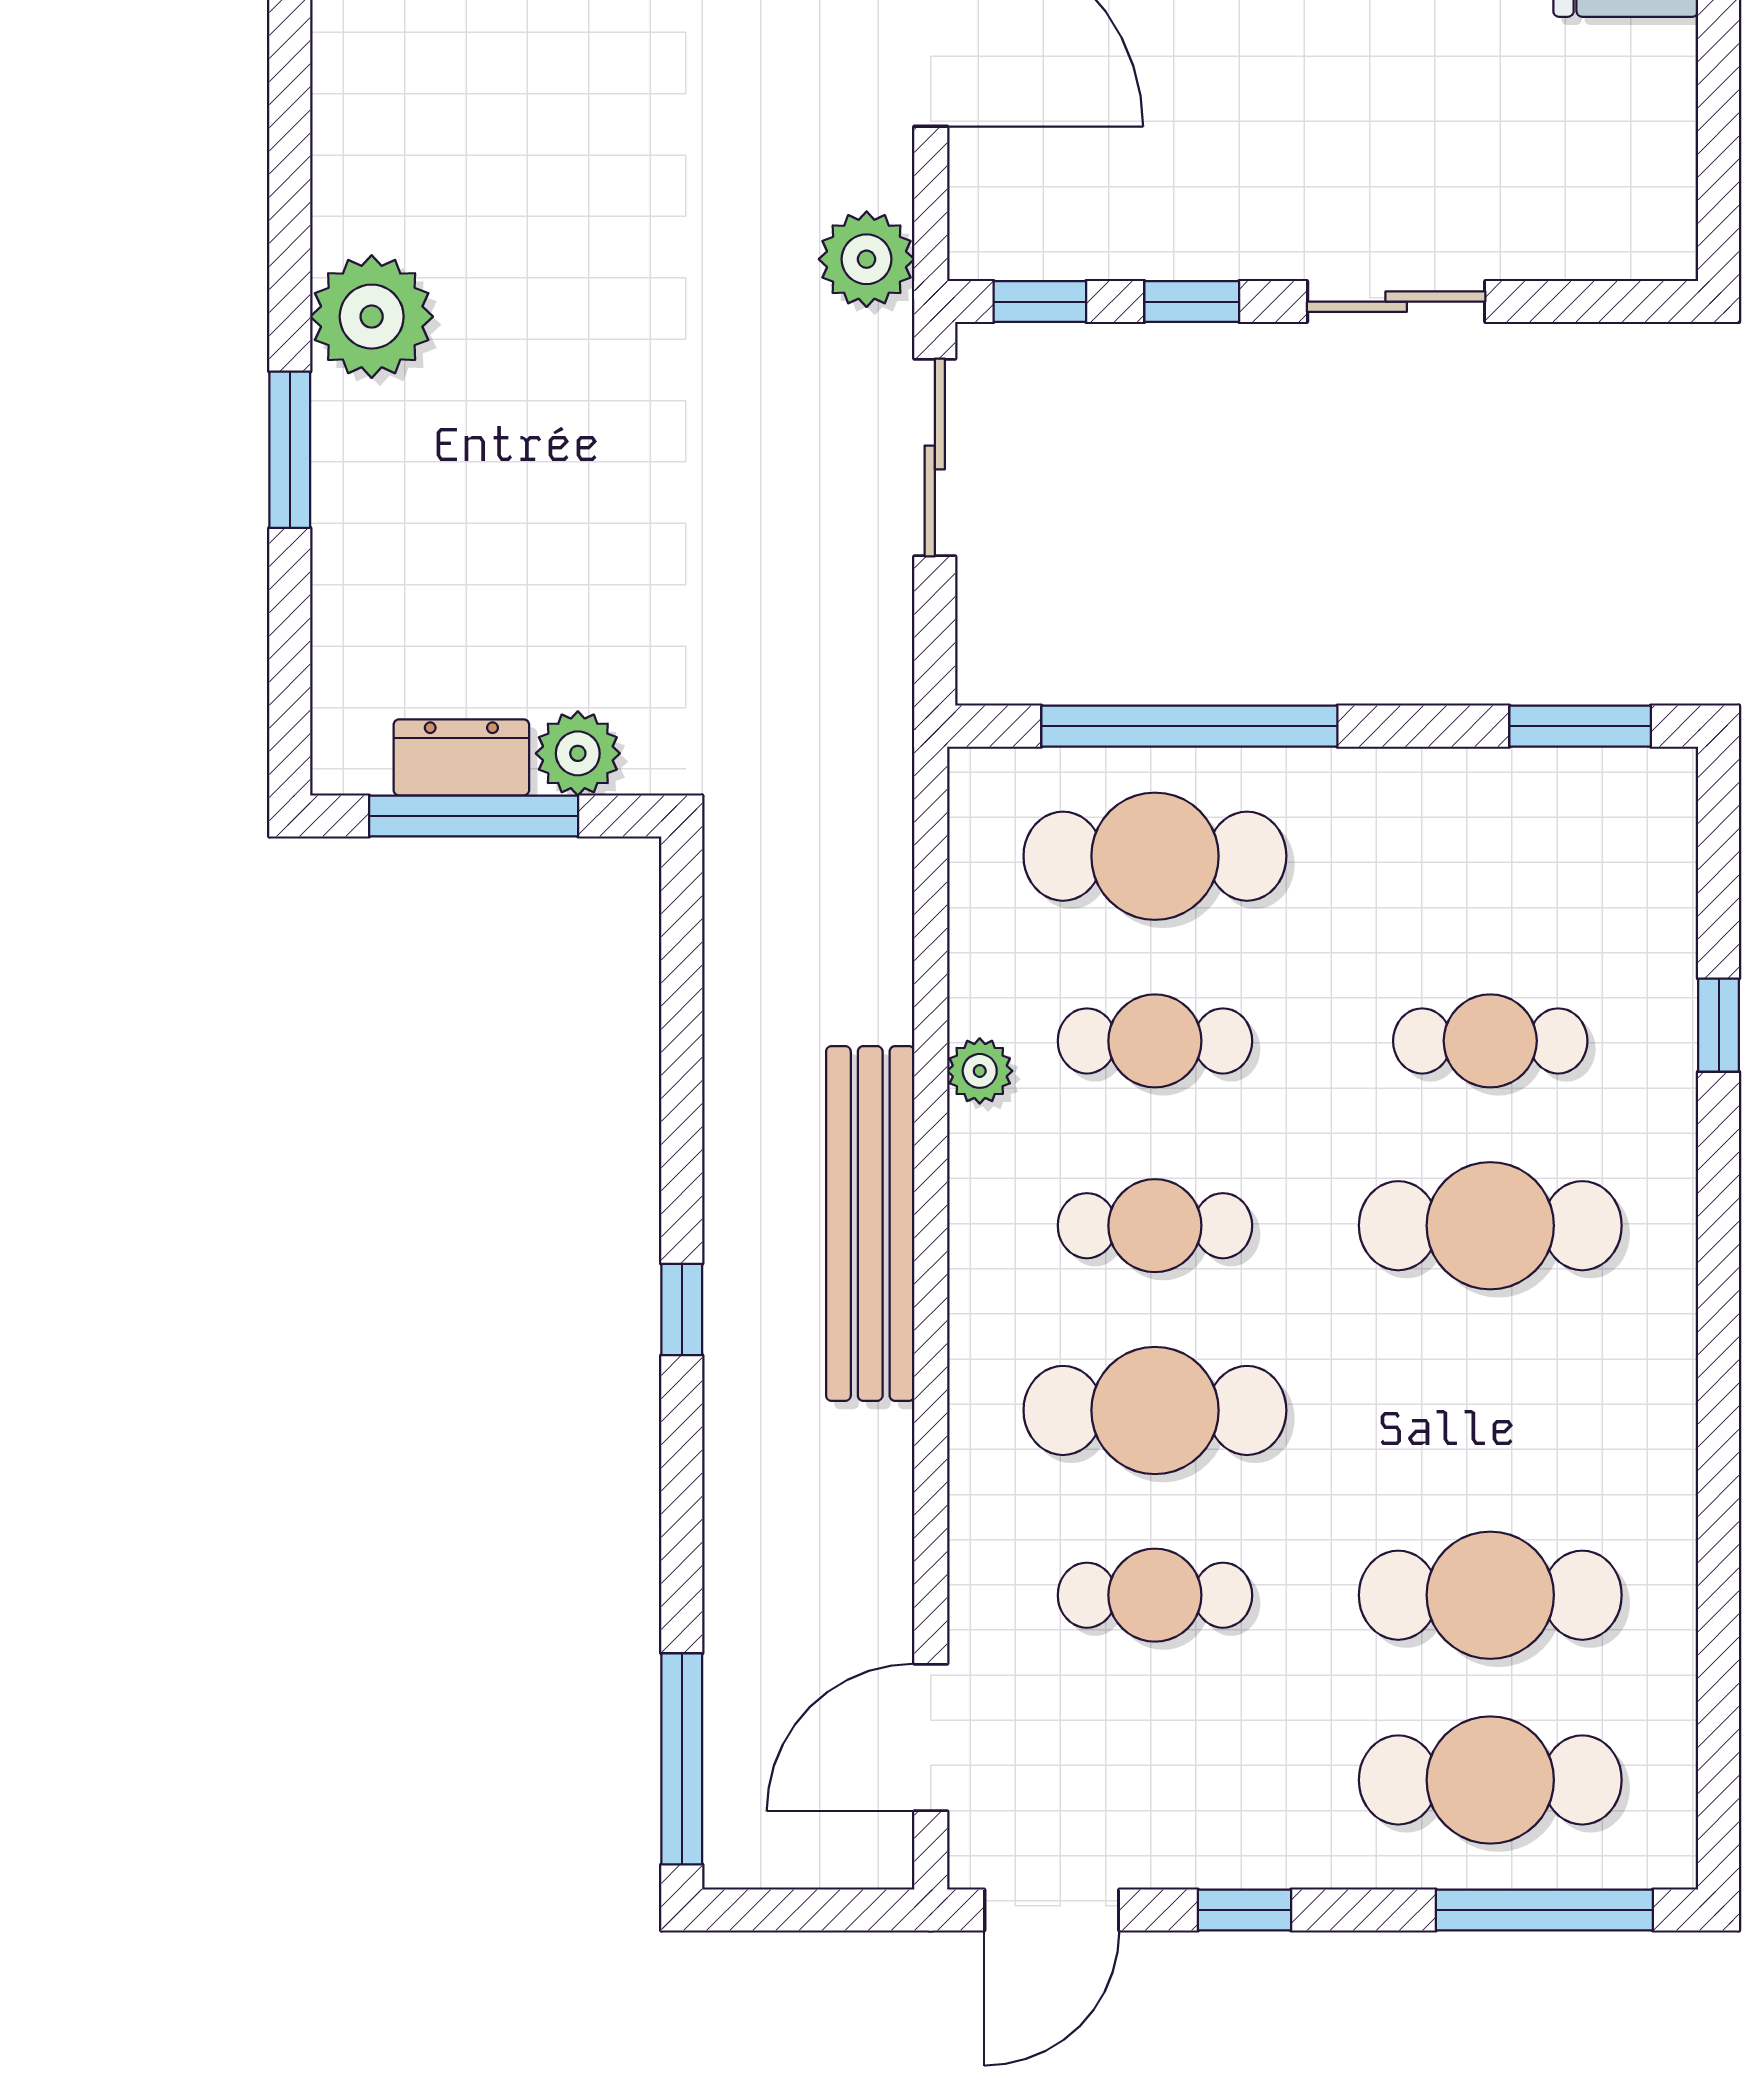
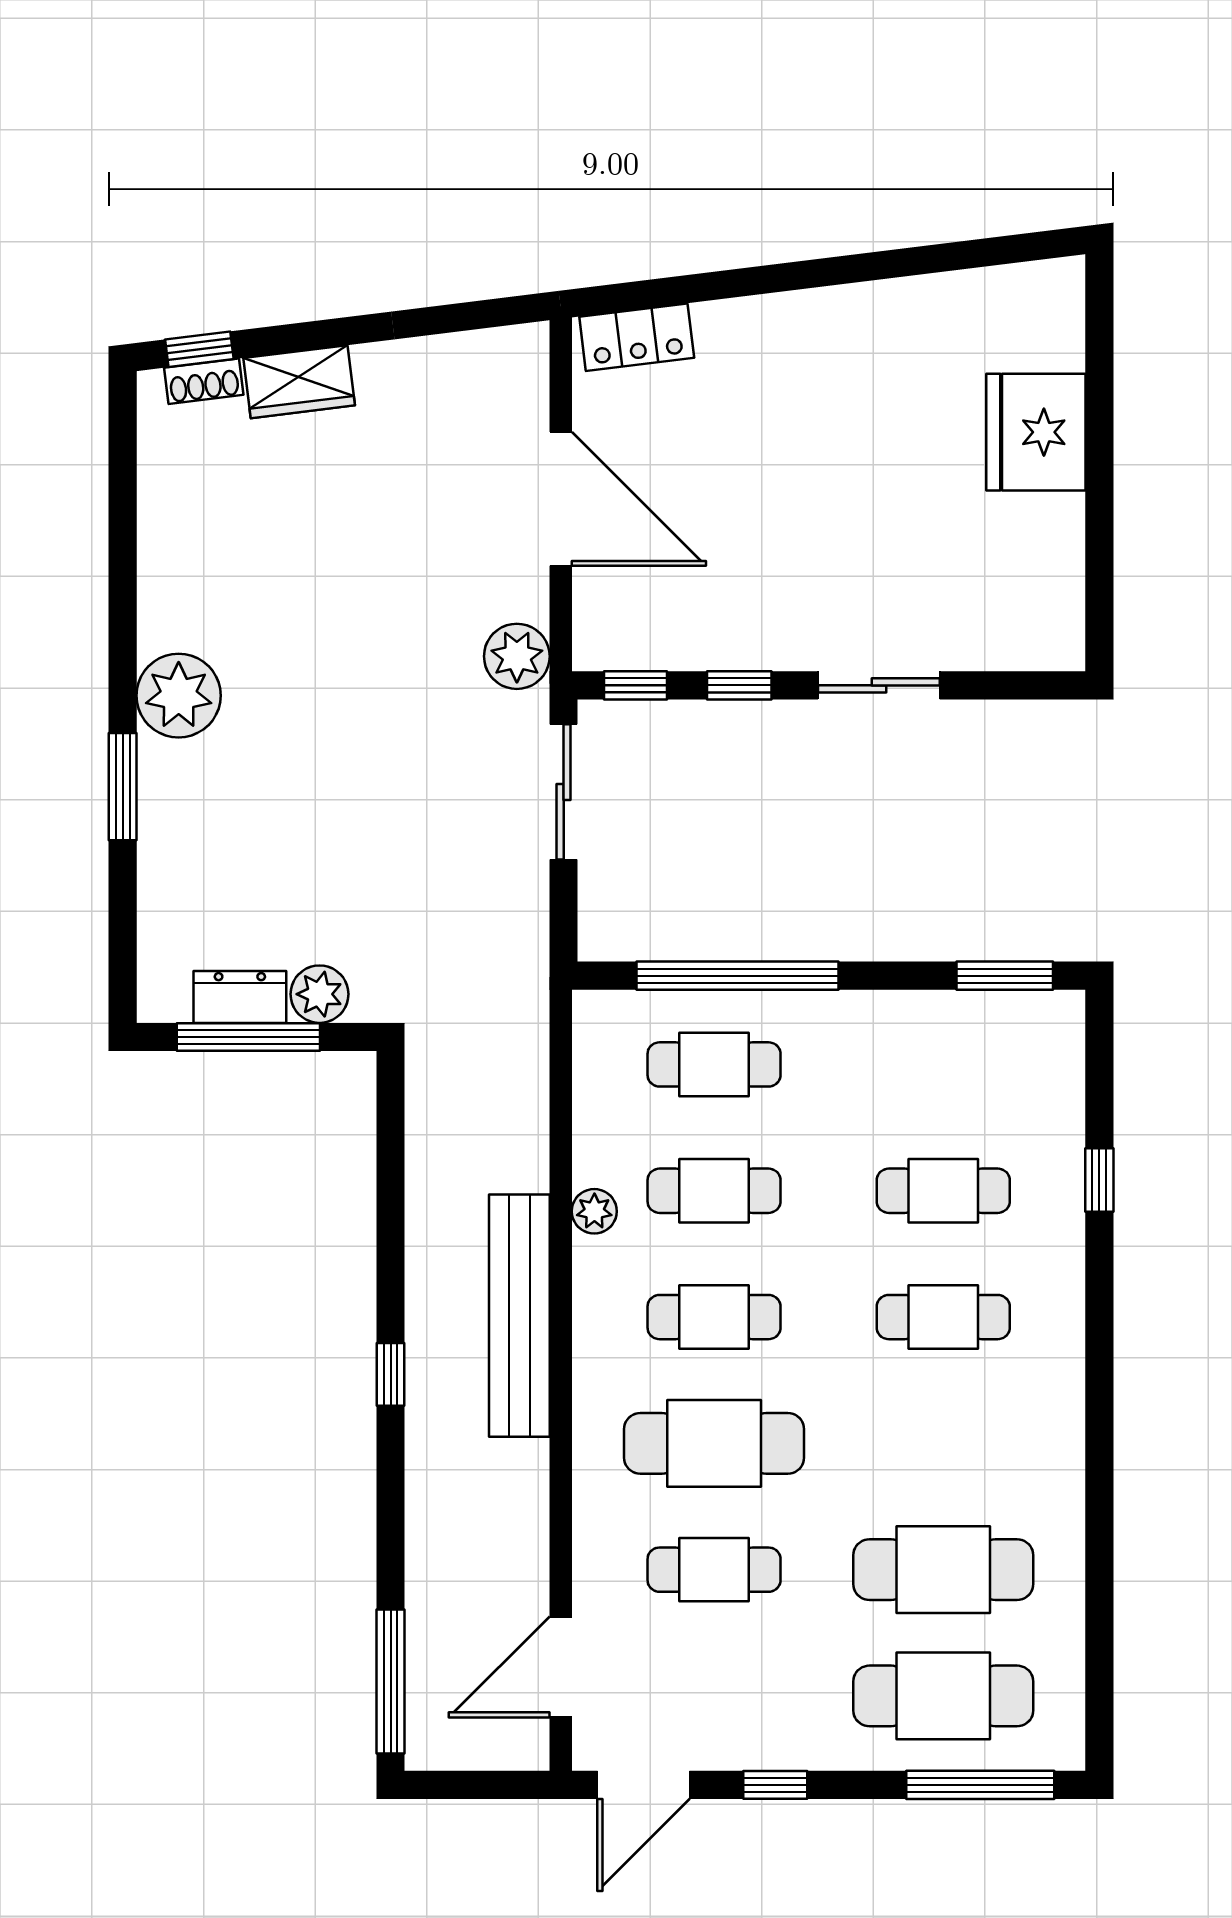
cafe table: (1155, 856) -> (714, 1064), width x0.73, depth x0.74
cafe table: (1490, 1226) -> (943, 1317), width x0.73, depth x0.74

